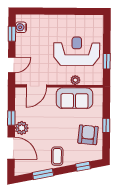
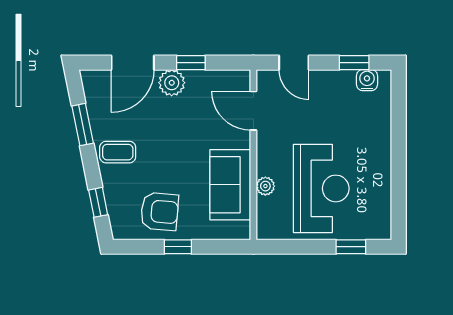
window: (107, 61) -> (351, 247), moved

